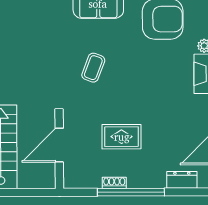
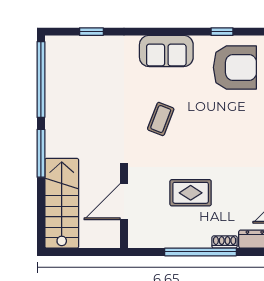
shoe rack: (114, 183) -> (225, 242), moved

